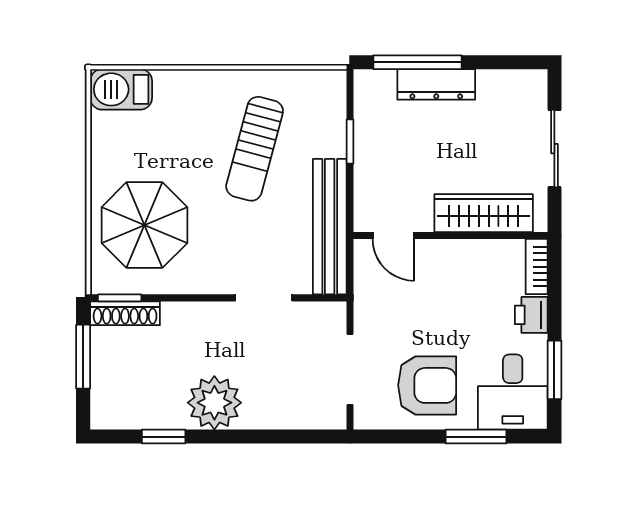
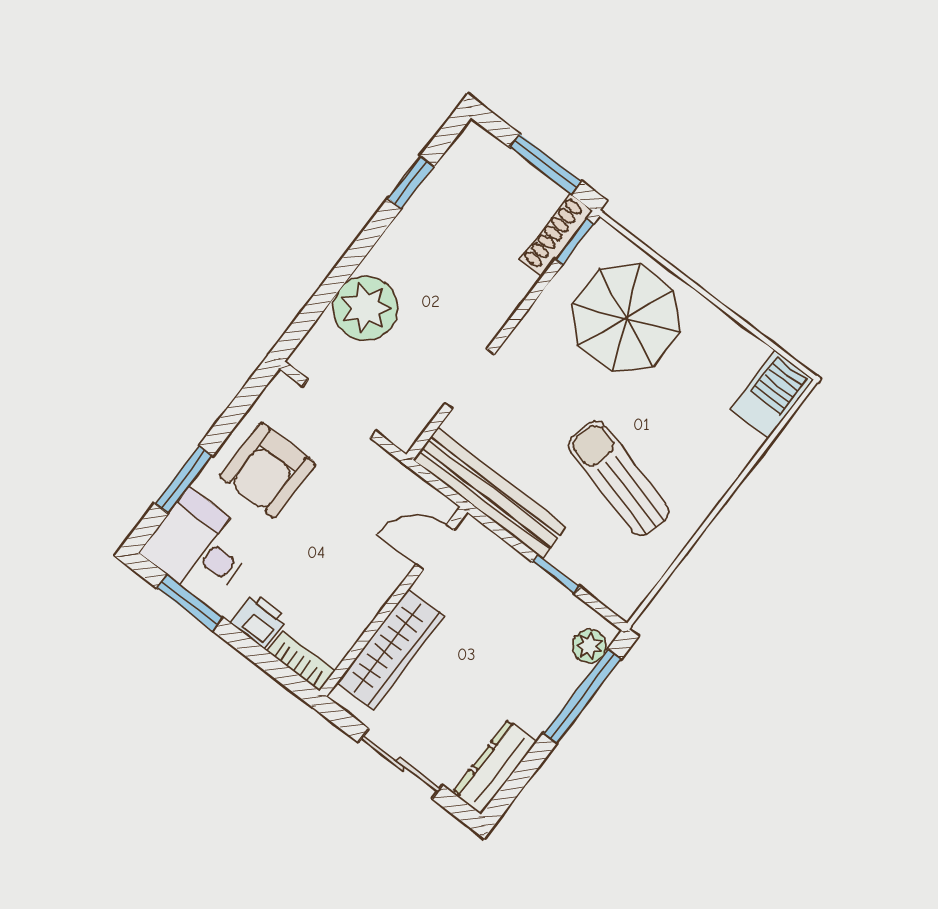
plant: (381, 83) -> (589, 646), added
dresser: (436, 84) -> (495, 767), moved
plant: (214, 403) -> (366, 308), moved

